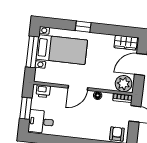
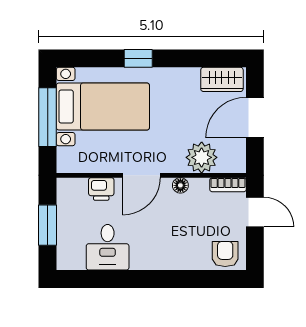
plant: (124, 84) -> (202, 157), moved
printer: (43, 91) -> (101, 189), moved
desk: (41, 122) -> (108, 247), moved, turned -90

